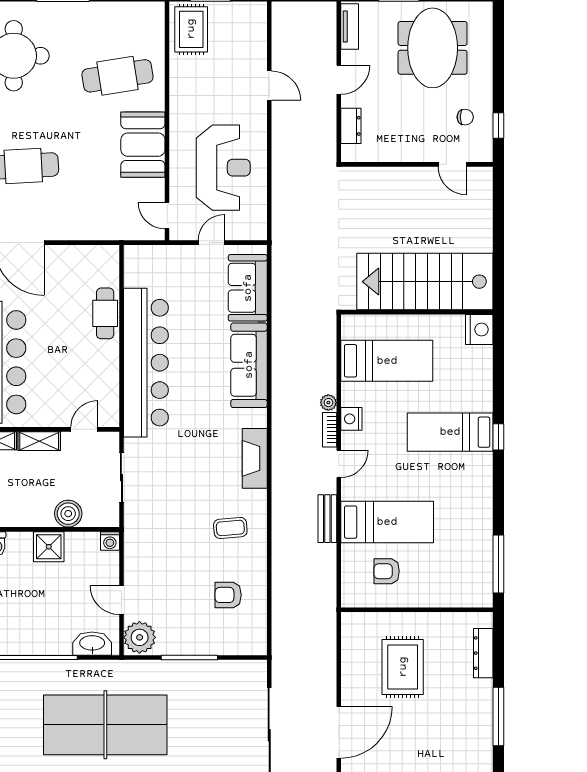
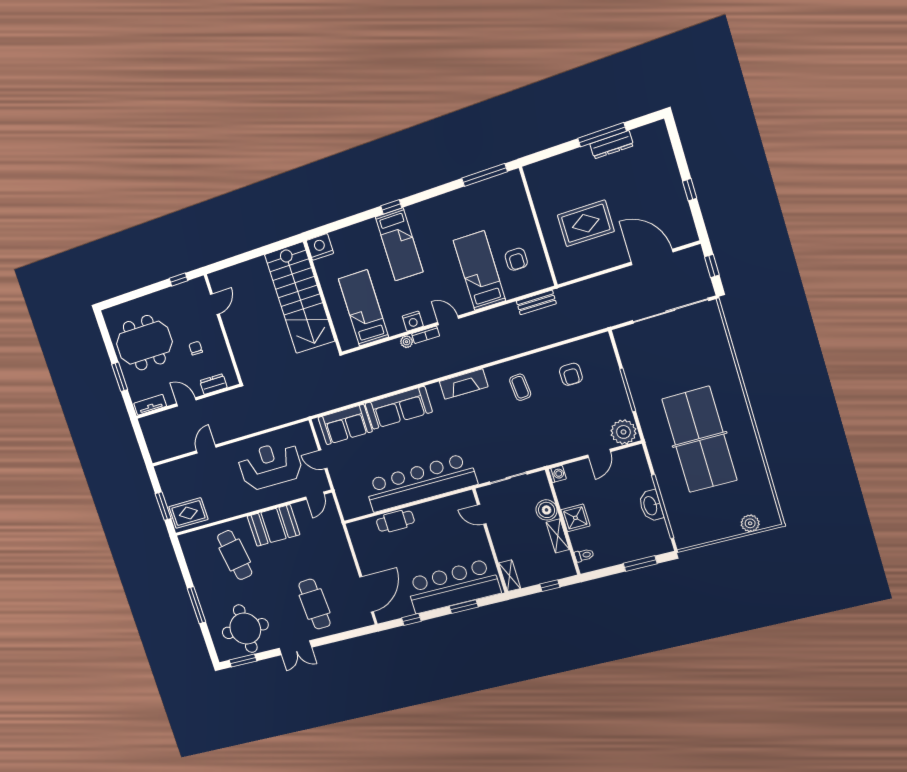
chair: (465, 117) -> (196, 348), moved
shelving: (39, 441) -> (558, 536), moved
bench: (327, 519) -> (536, 302), moved
washbasin: (92, 644) -> (651, 506), moved
dresser: (483, 653) -> (612, 145), moved

